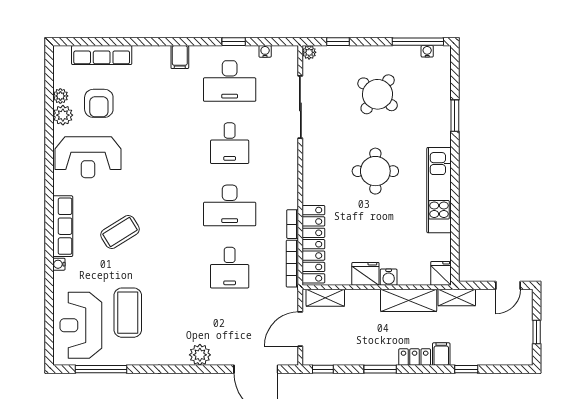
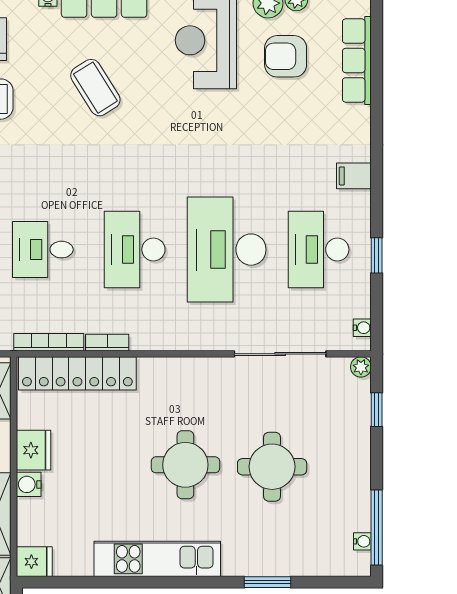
water cooler: (265, 51) -> (362, 328), moved
round table: (378, 94) -> (272, 467), moved, turned -38
desk: (230, 143) -> (227, 250), width x1.87, depth x1.30

